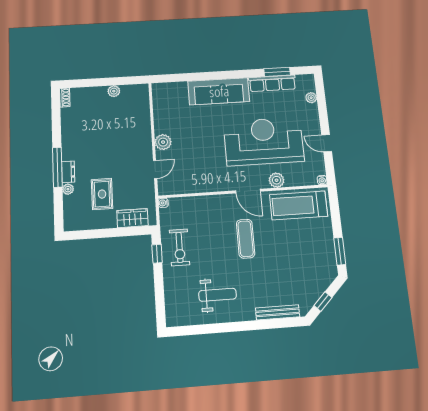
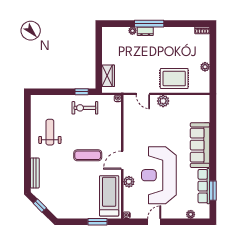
reception desk: (264, 141) -> (159, 175), turned 180
rug: (102, 194) -> (174, 79), moved, width x1.36, depth x1.43
window: (340, 251) -> (98, 222), moved
weight bench: (218, 295) -> (50, 132), turned 180

